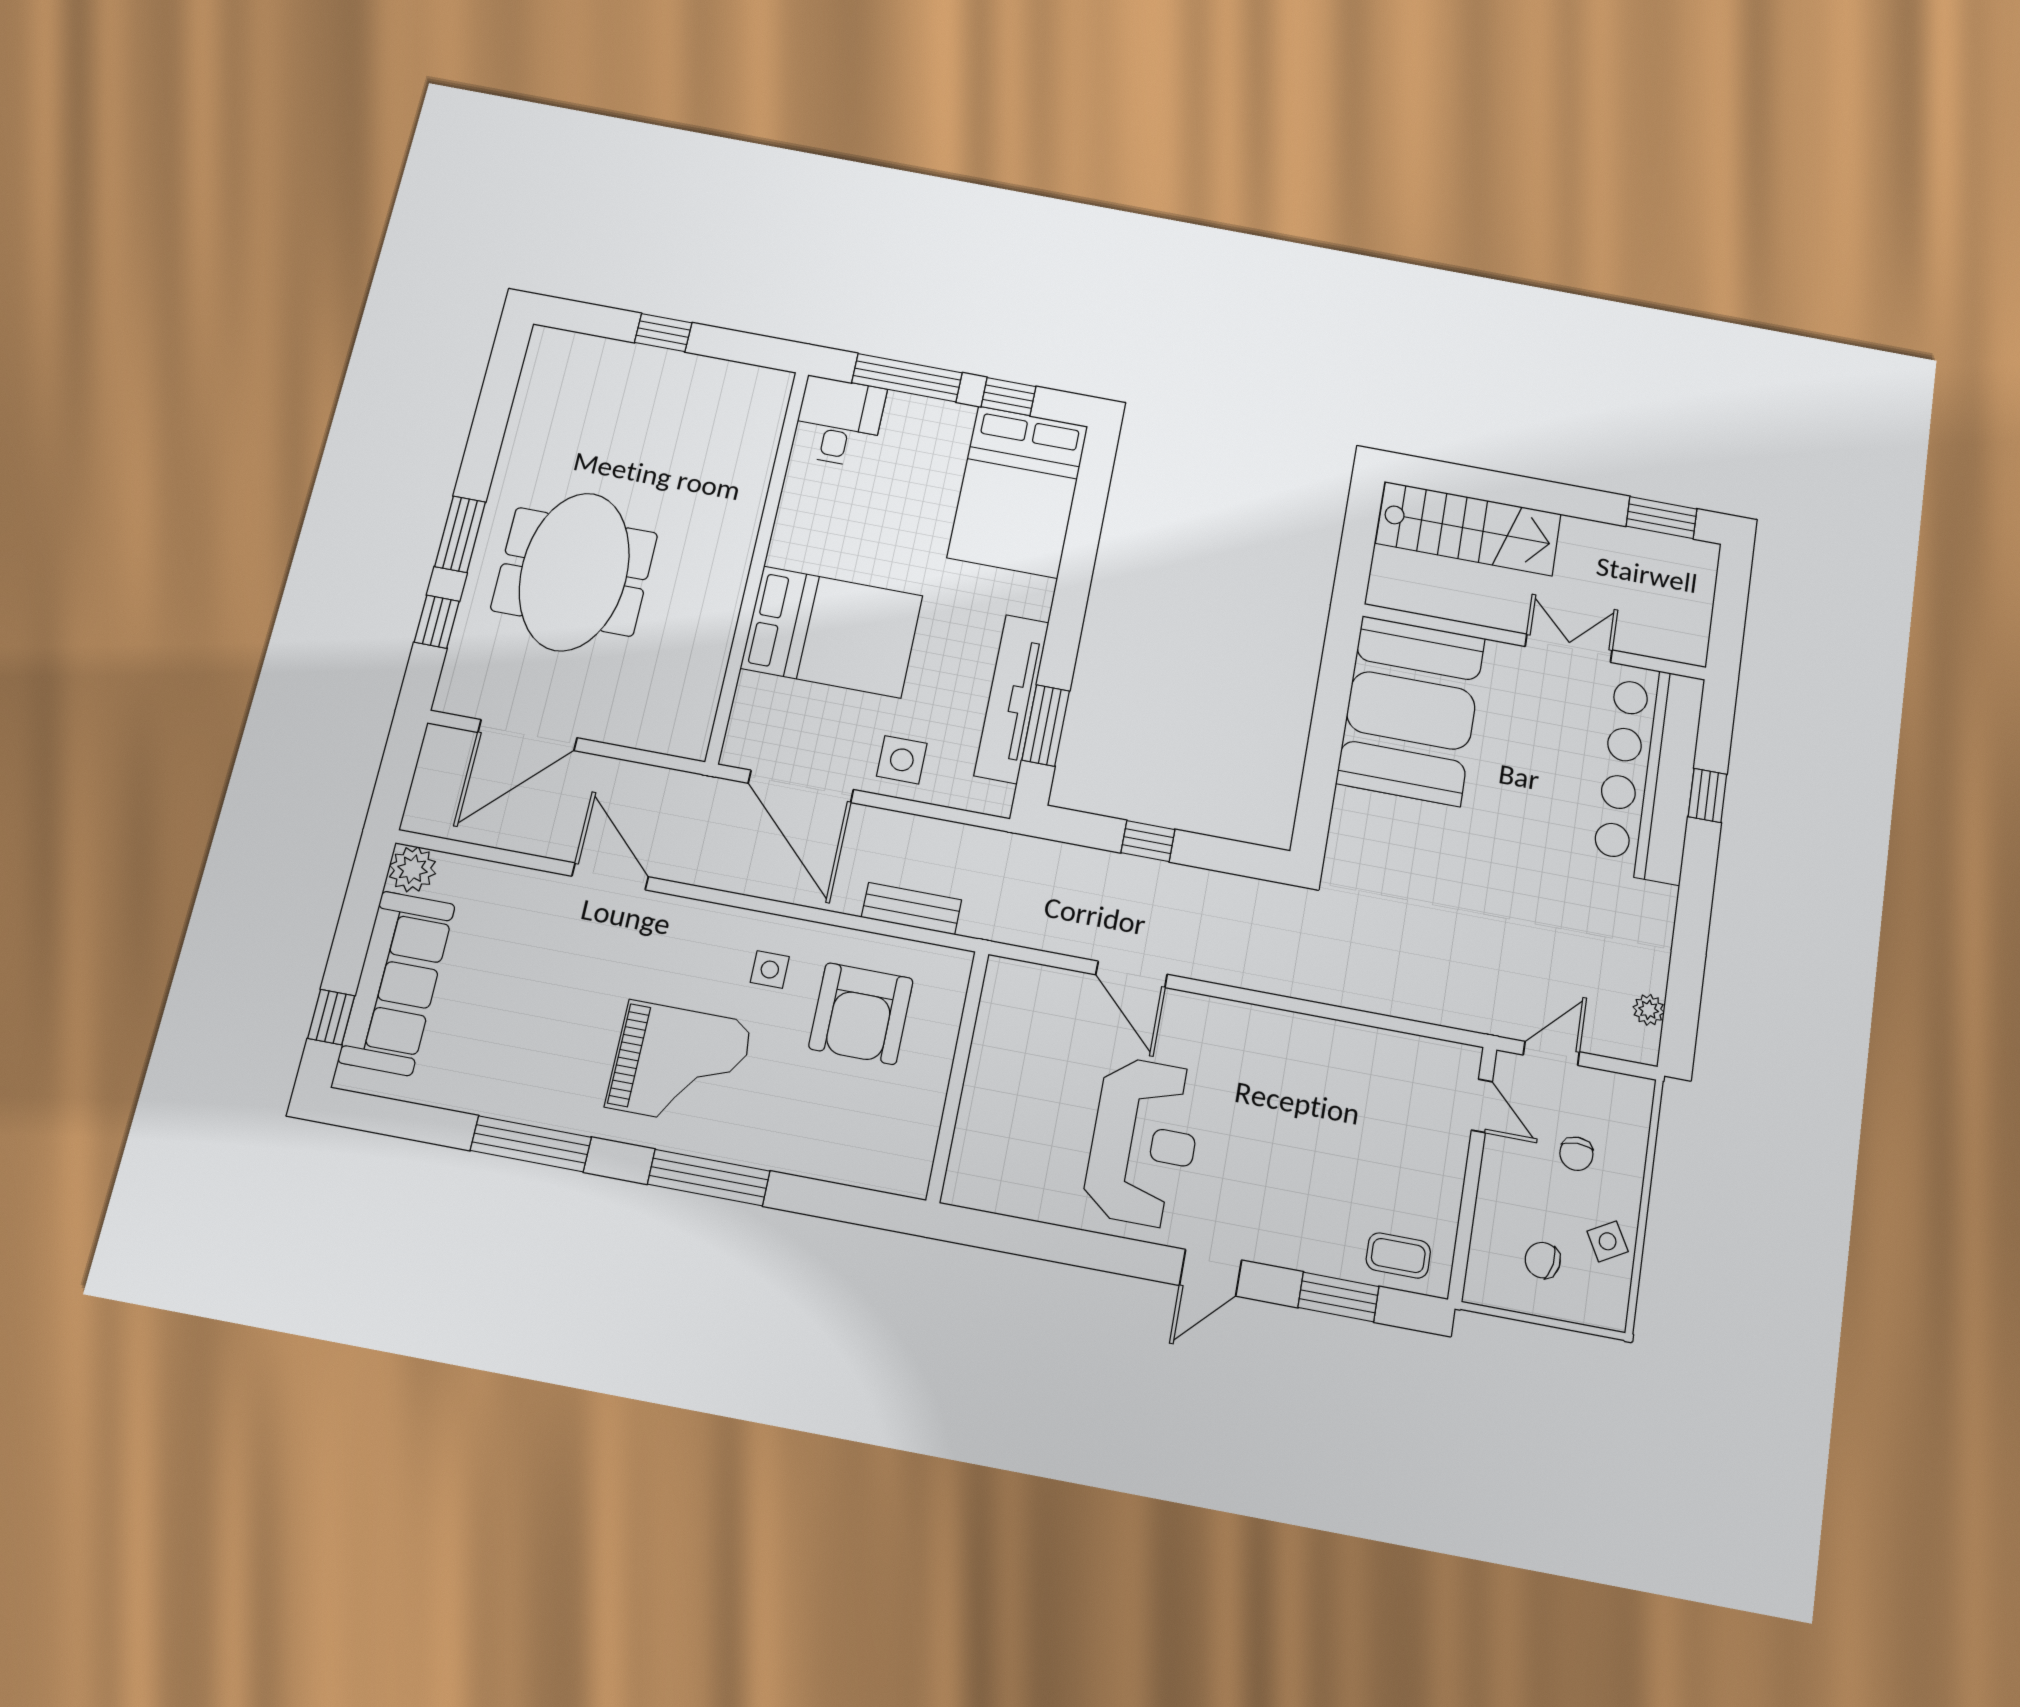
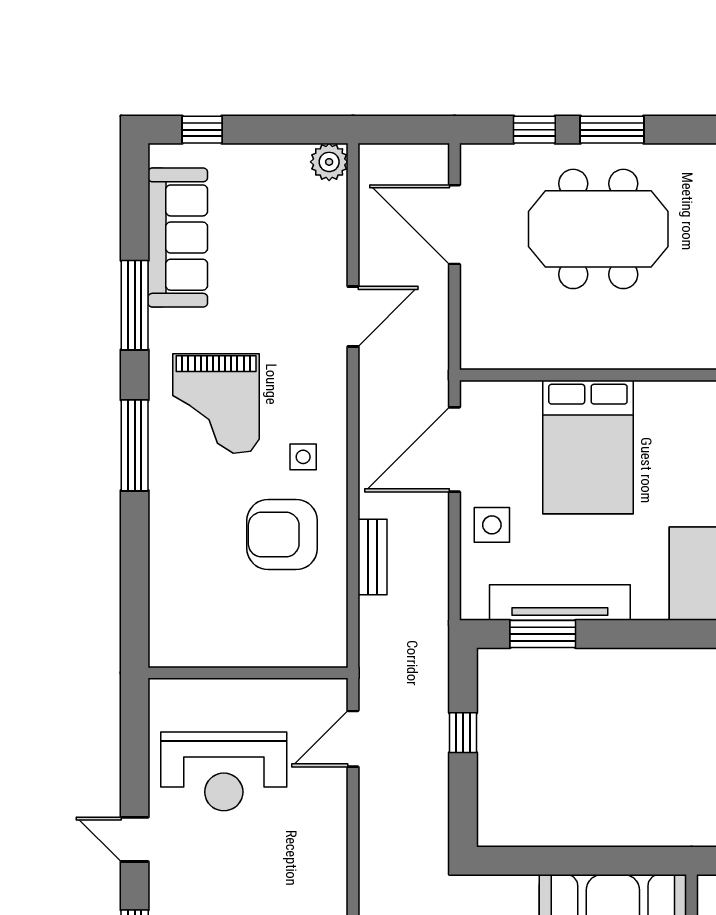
sofa: (397, 983) -> (178, 238), moved, turned -90
wall: (958, 1076) -> (248, 673), moved

